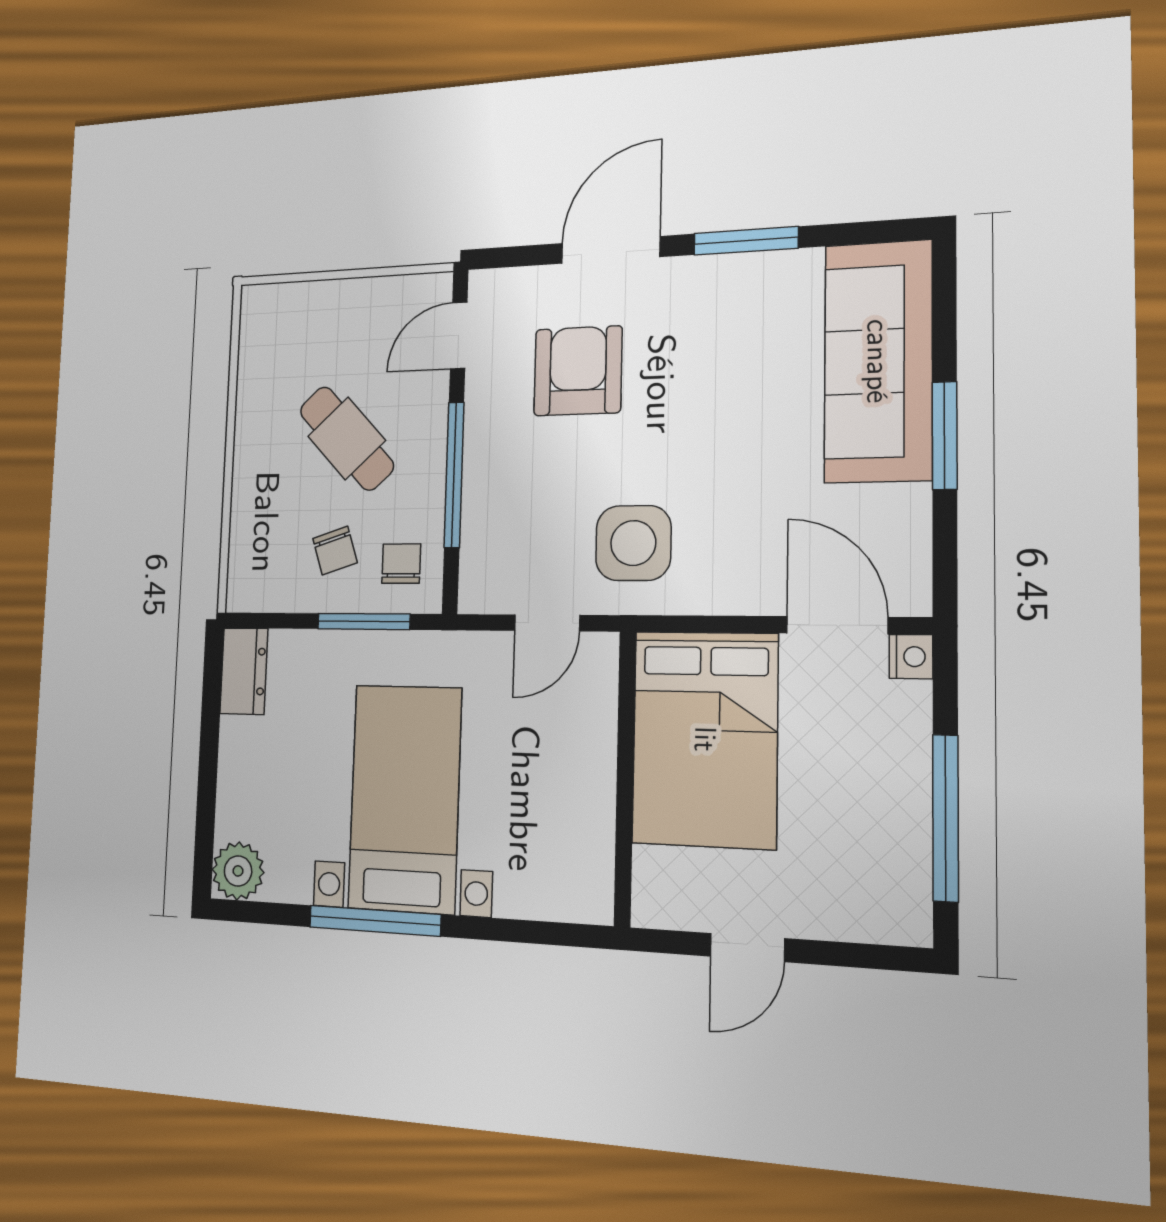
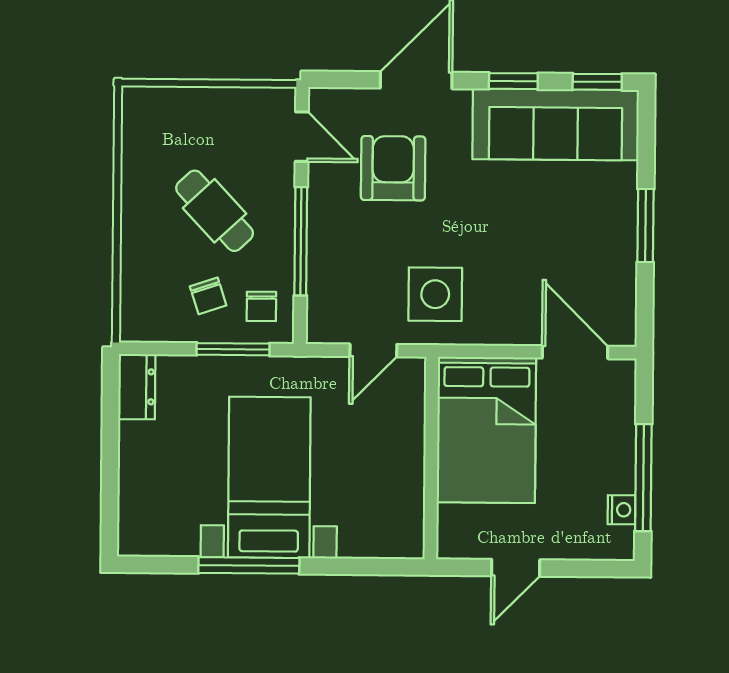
window: (869, 232) -> (597, 82), added
window: (746, 241) -> (513, 81), width x0.67
door: (459, 336) -> (302, 137), swing flipped
sofa: (878, 361) -> (556, 124), moved, turned -90
chair: (401, 564) -> (261, 306), turned 180
nightstand: (911, 657) -> (621, 510), moved
plant: (238, 871) -> (139, 535), removed

